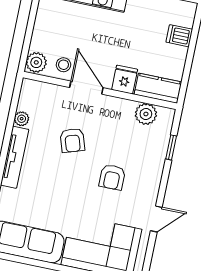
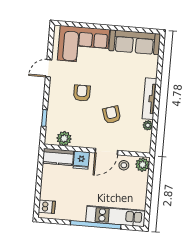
dishwasher: (179, 36) -> (47, 207), moved
door: (86, 88) -> (106, 152), hinge flipped

